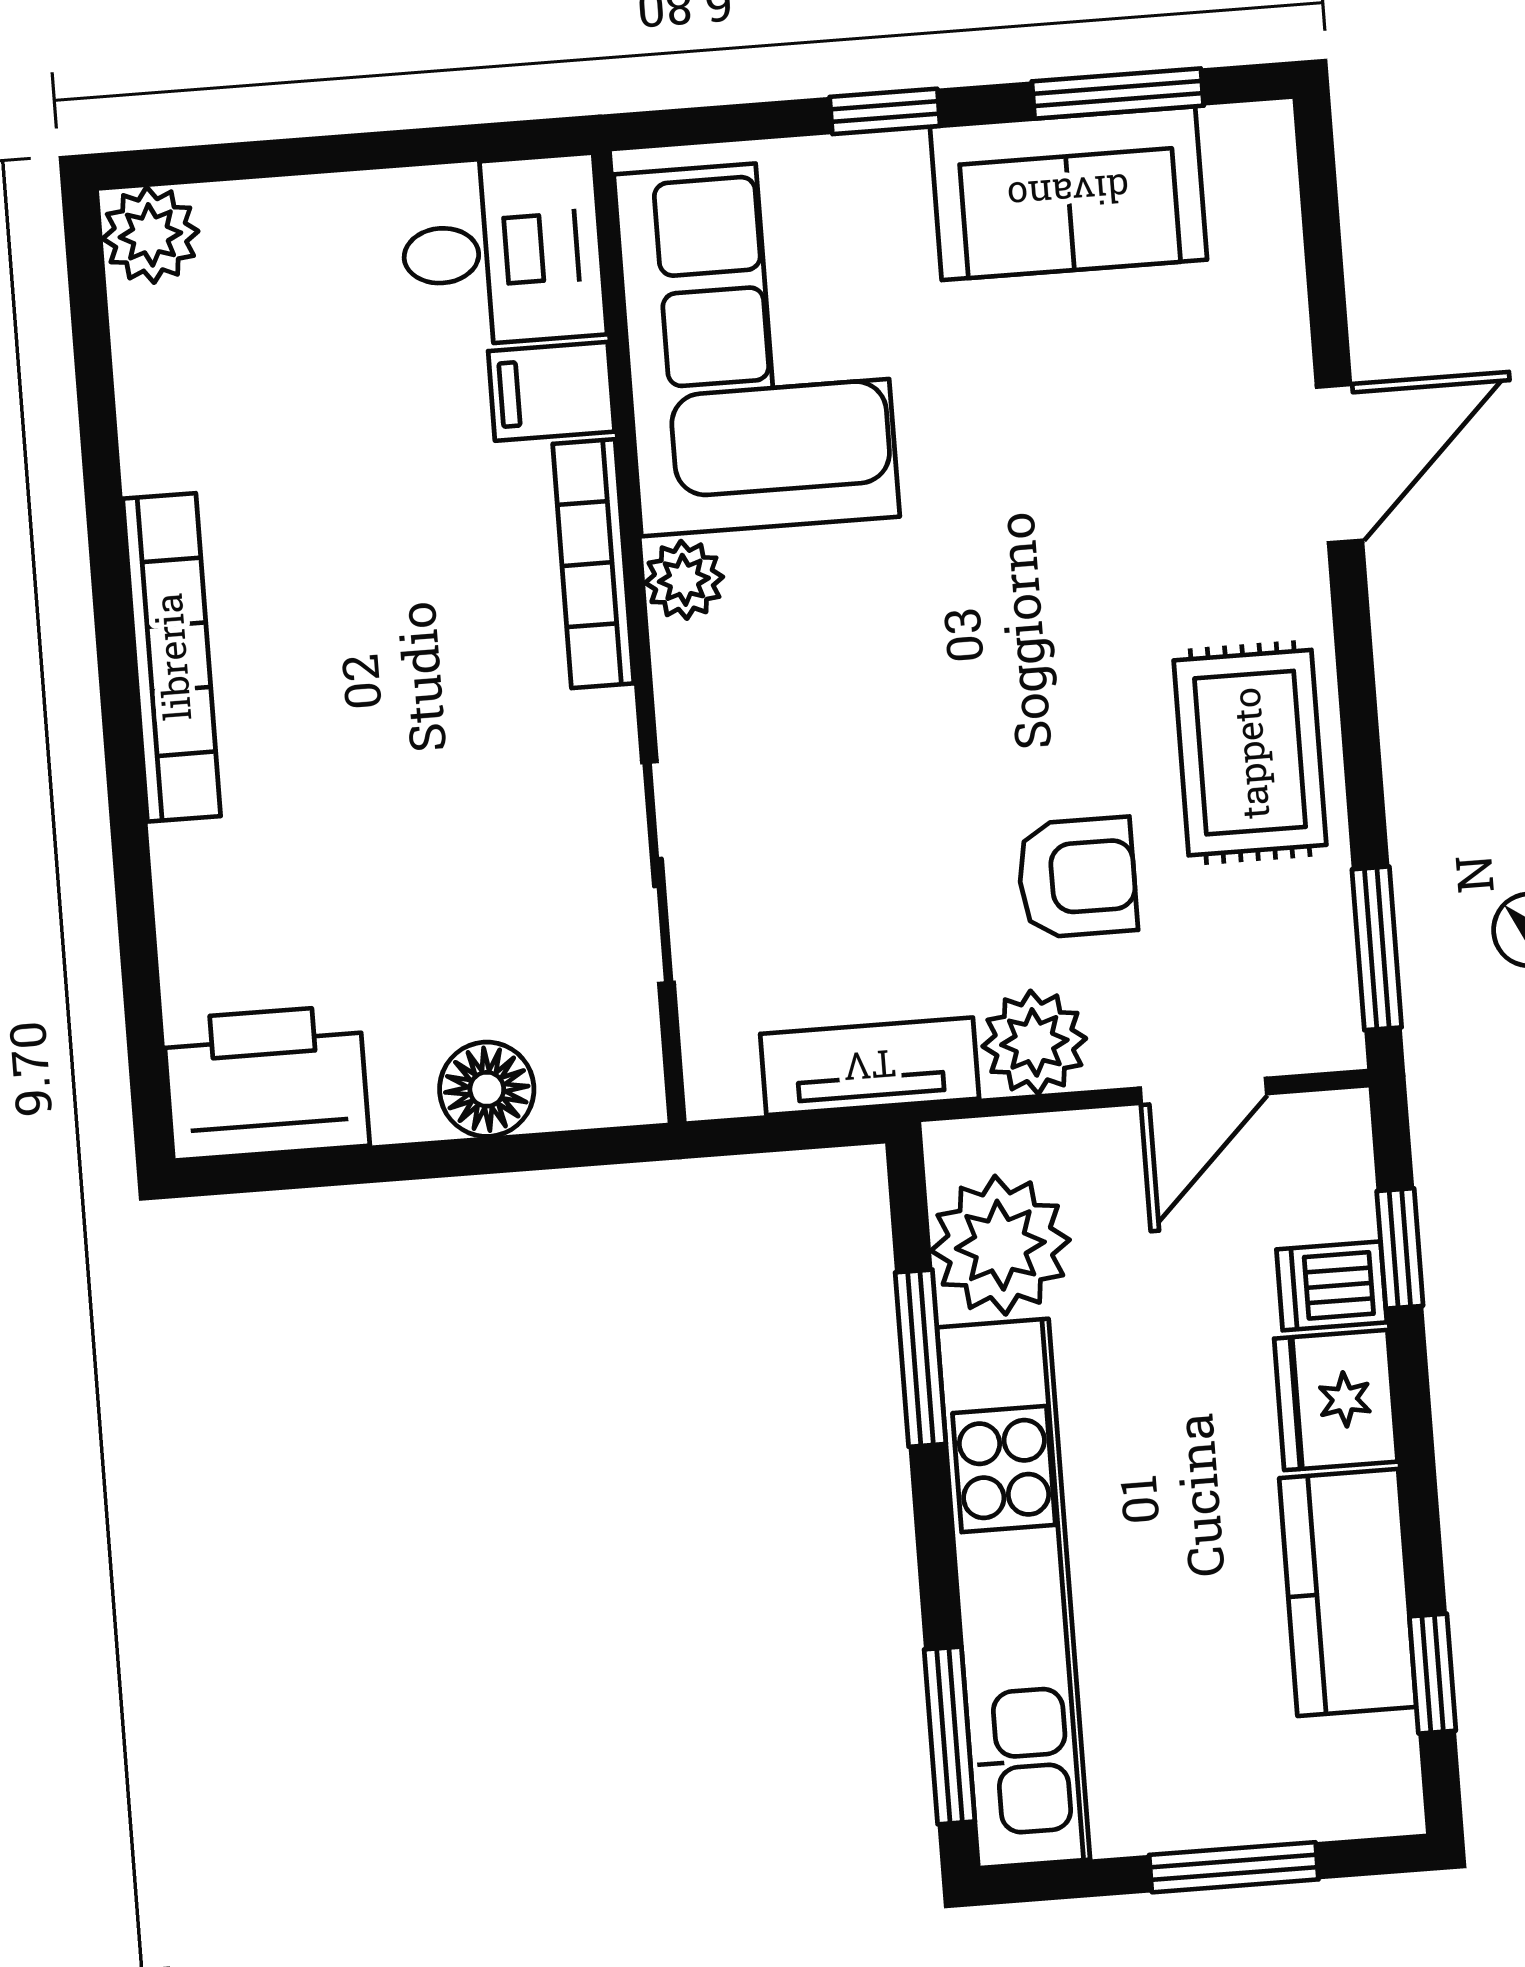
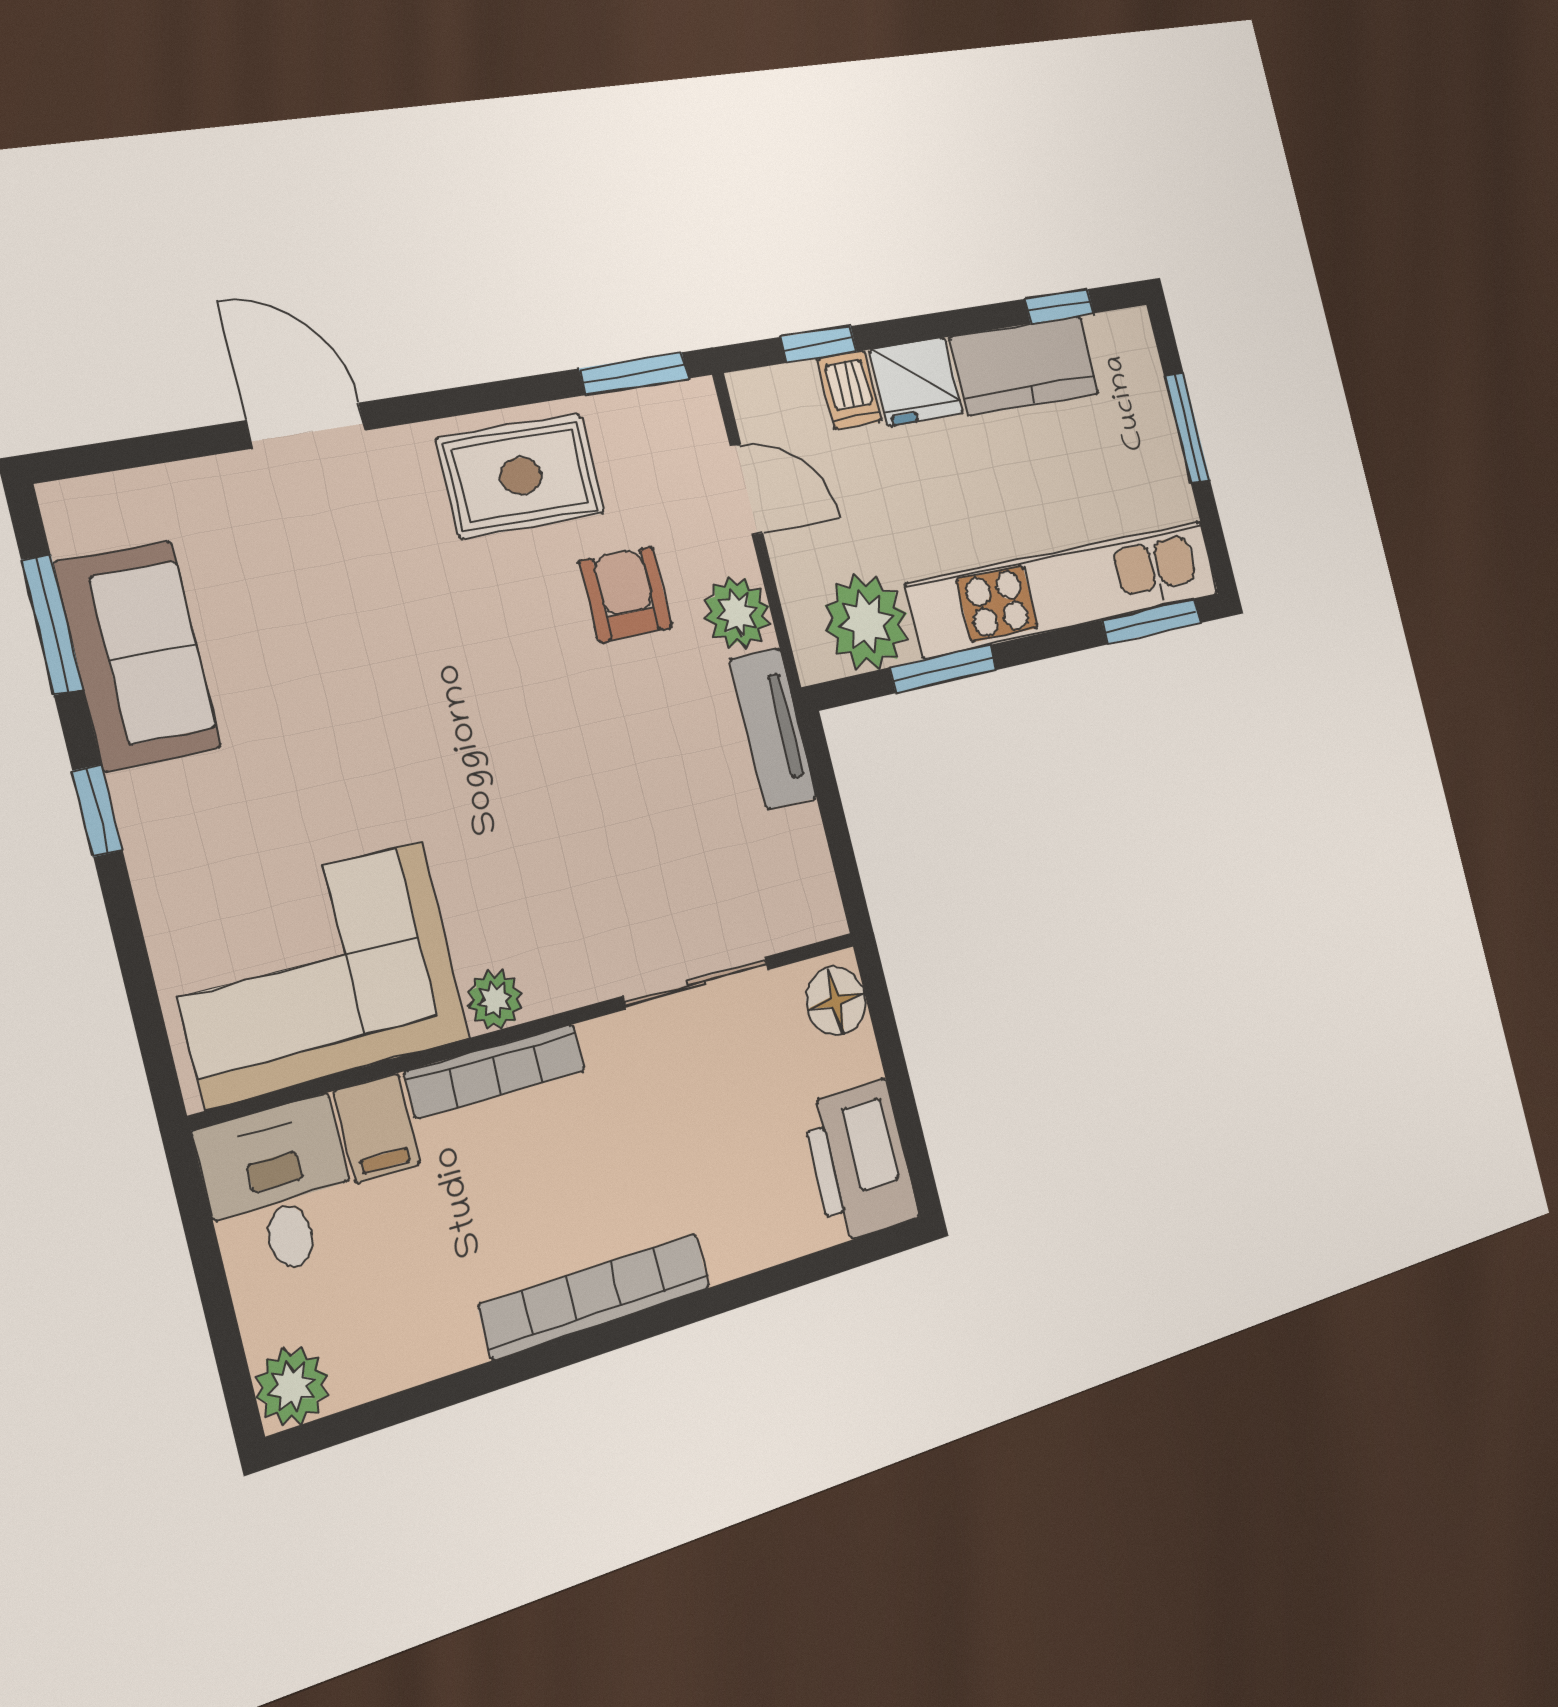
desk: (502, 251) -> (279, 1189), moved
corner sofa: (757, 345) -> (316, 973), moved
filing cabinet: (551, 391) -> (377, 1128), moved
bookcase: (593, 564) -> (495, 1071), moved
plant: (684, 580) -> (495, 1000), moved
wall: (640, 637) -> (540, 1026), moved
sliding door: (658, 873) -> (696, 983), moved

